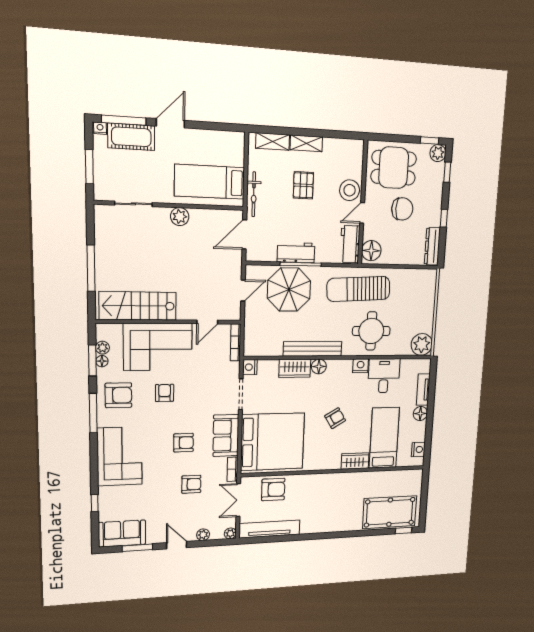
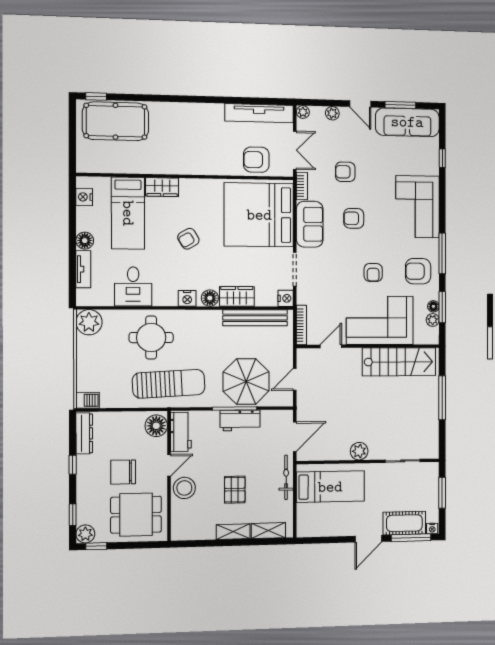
barbecue: (428, 276) -> (88, 400), added
bench: (313, 349) -> (255, 318), moved
nightstand: (361, 366) -> (187, 298), moved
sofa: (122, 533) -> (407, 122), width x1.36

